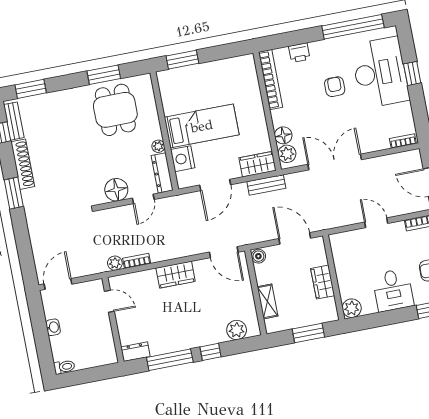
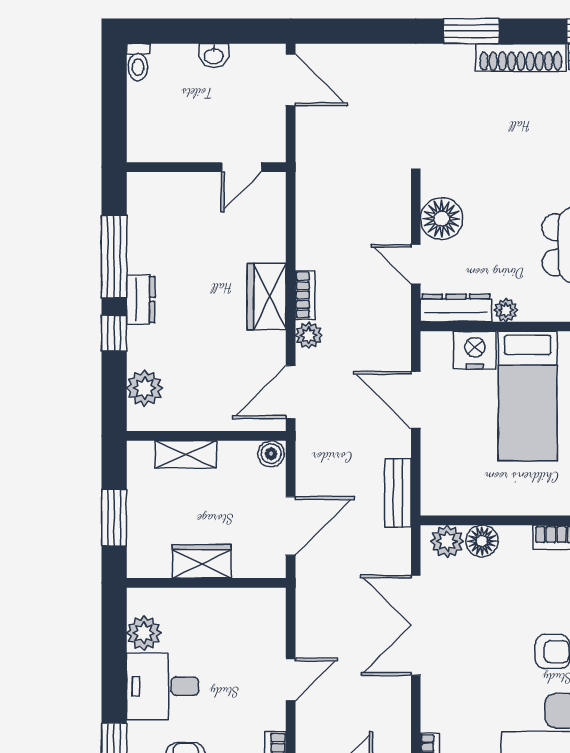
double door: (335, 162) -> (416, 625), swing flipped
wardrobe: (257, 164) -> (439, 484), removed
bookcase: (137, 261) -> (305, 295), moved
plant: (115, 263) -> (309, 335), moved
plant: (352, 308) -> (144, 633), moved
dresser: (135, 352) -> (141, 299), moved

